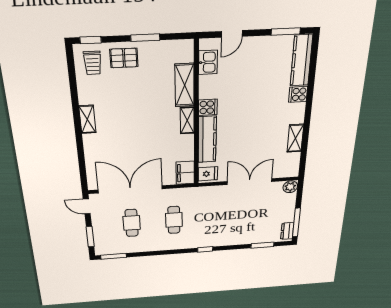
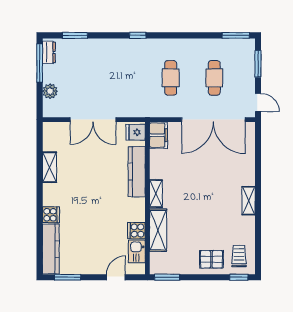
window: (145, 38) -> (167, 277), moved
cooker: (208, 107) -> (136, 231), moved
plant: (290, 187) -> (50, 91), moved

